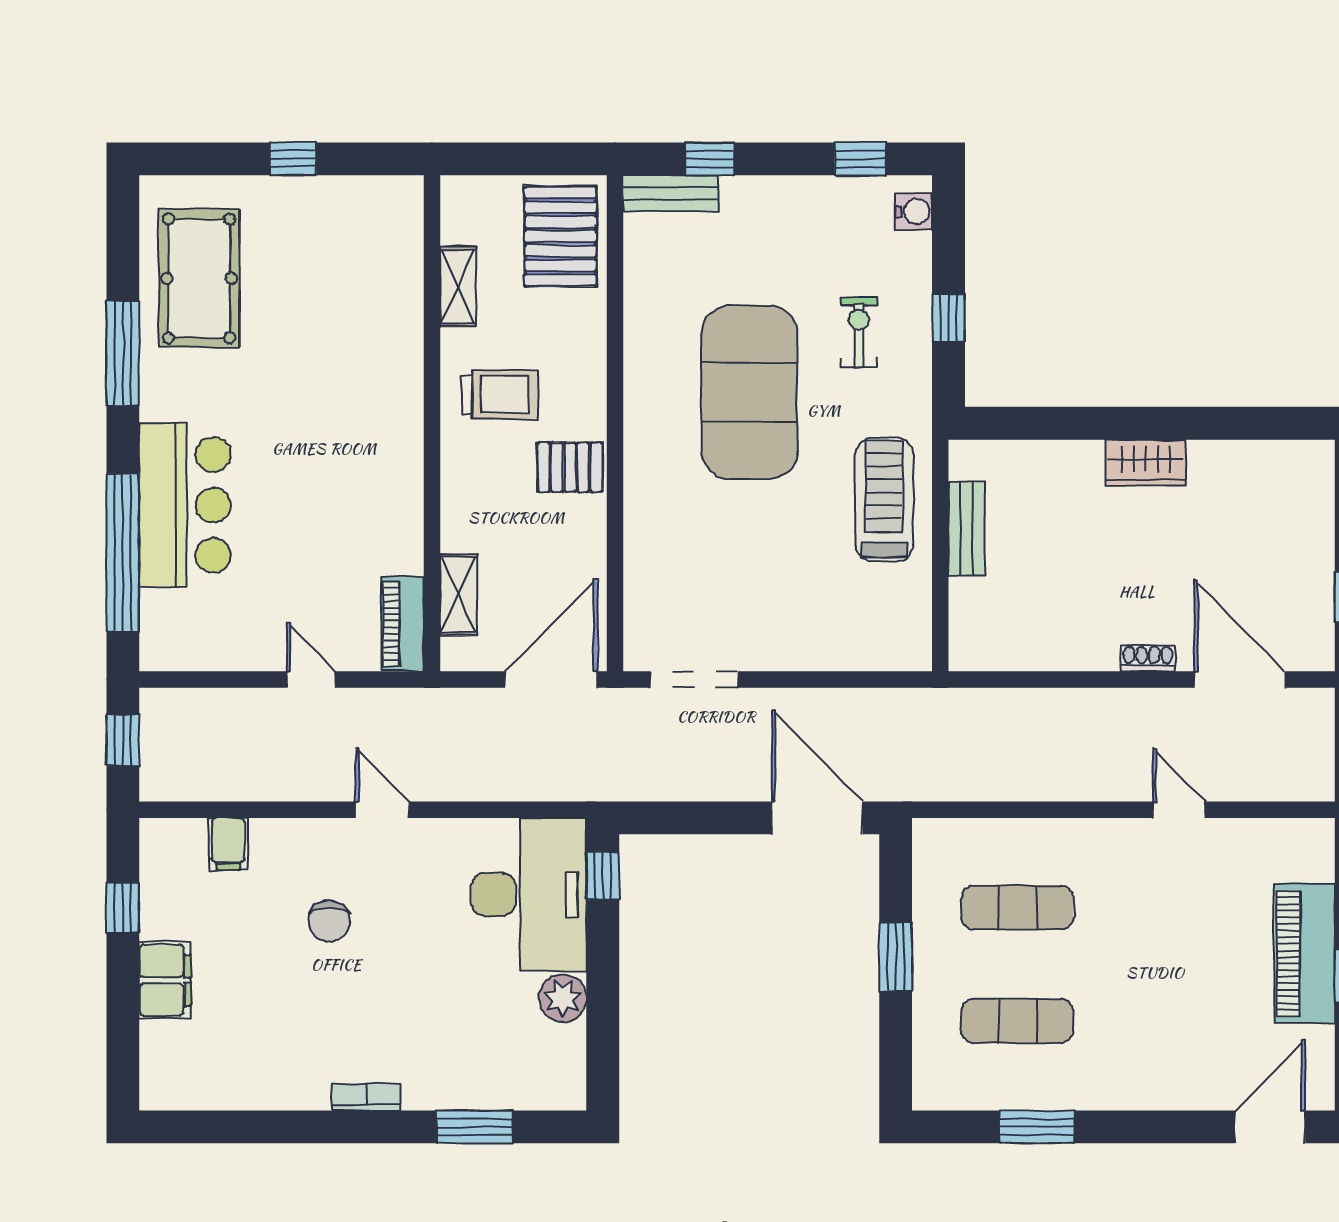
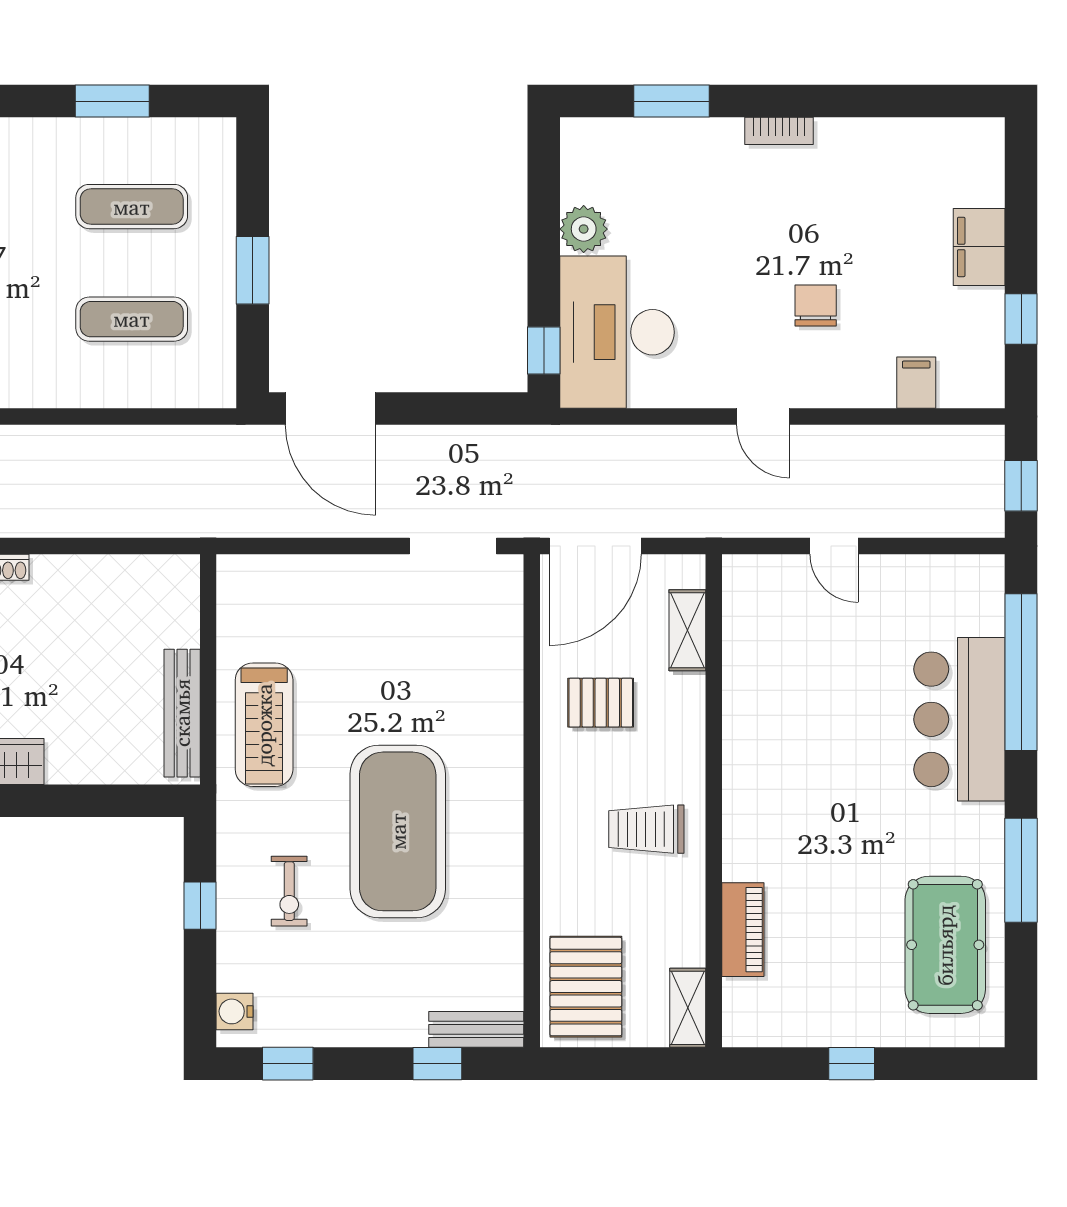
shelving: (458, 286) -> (688, 1008), moved
pallet: (570, 467) -> (601, 703), moved
bench: (967, 528) -> (182, 713), width x1.36
piano: (403, 624) -> (743, 930), moved

